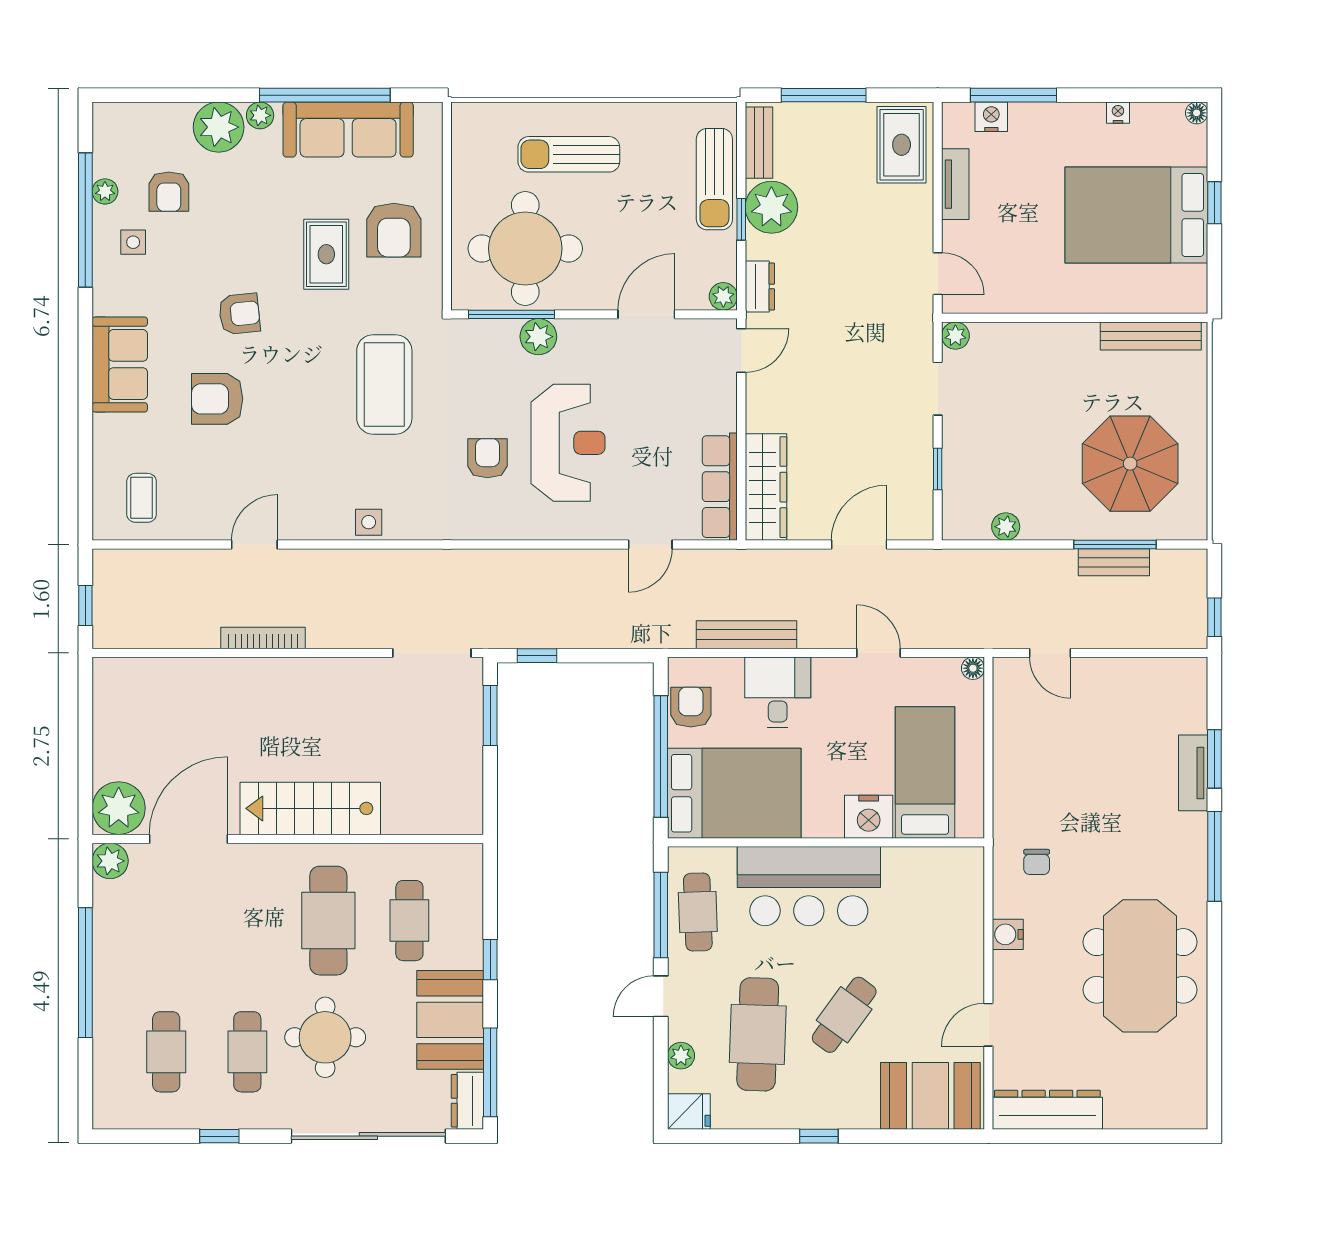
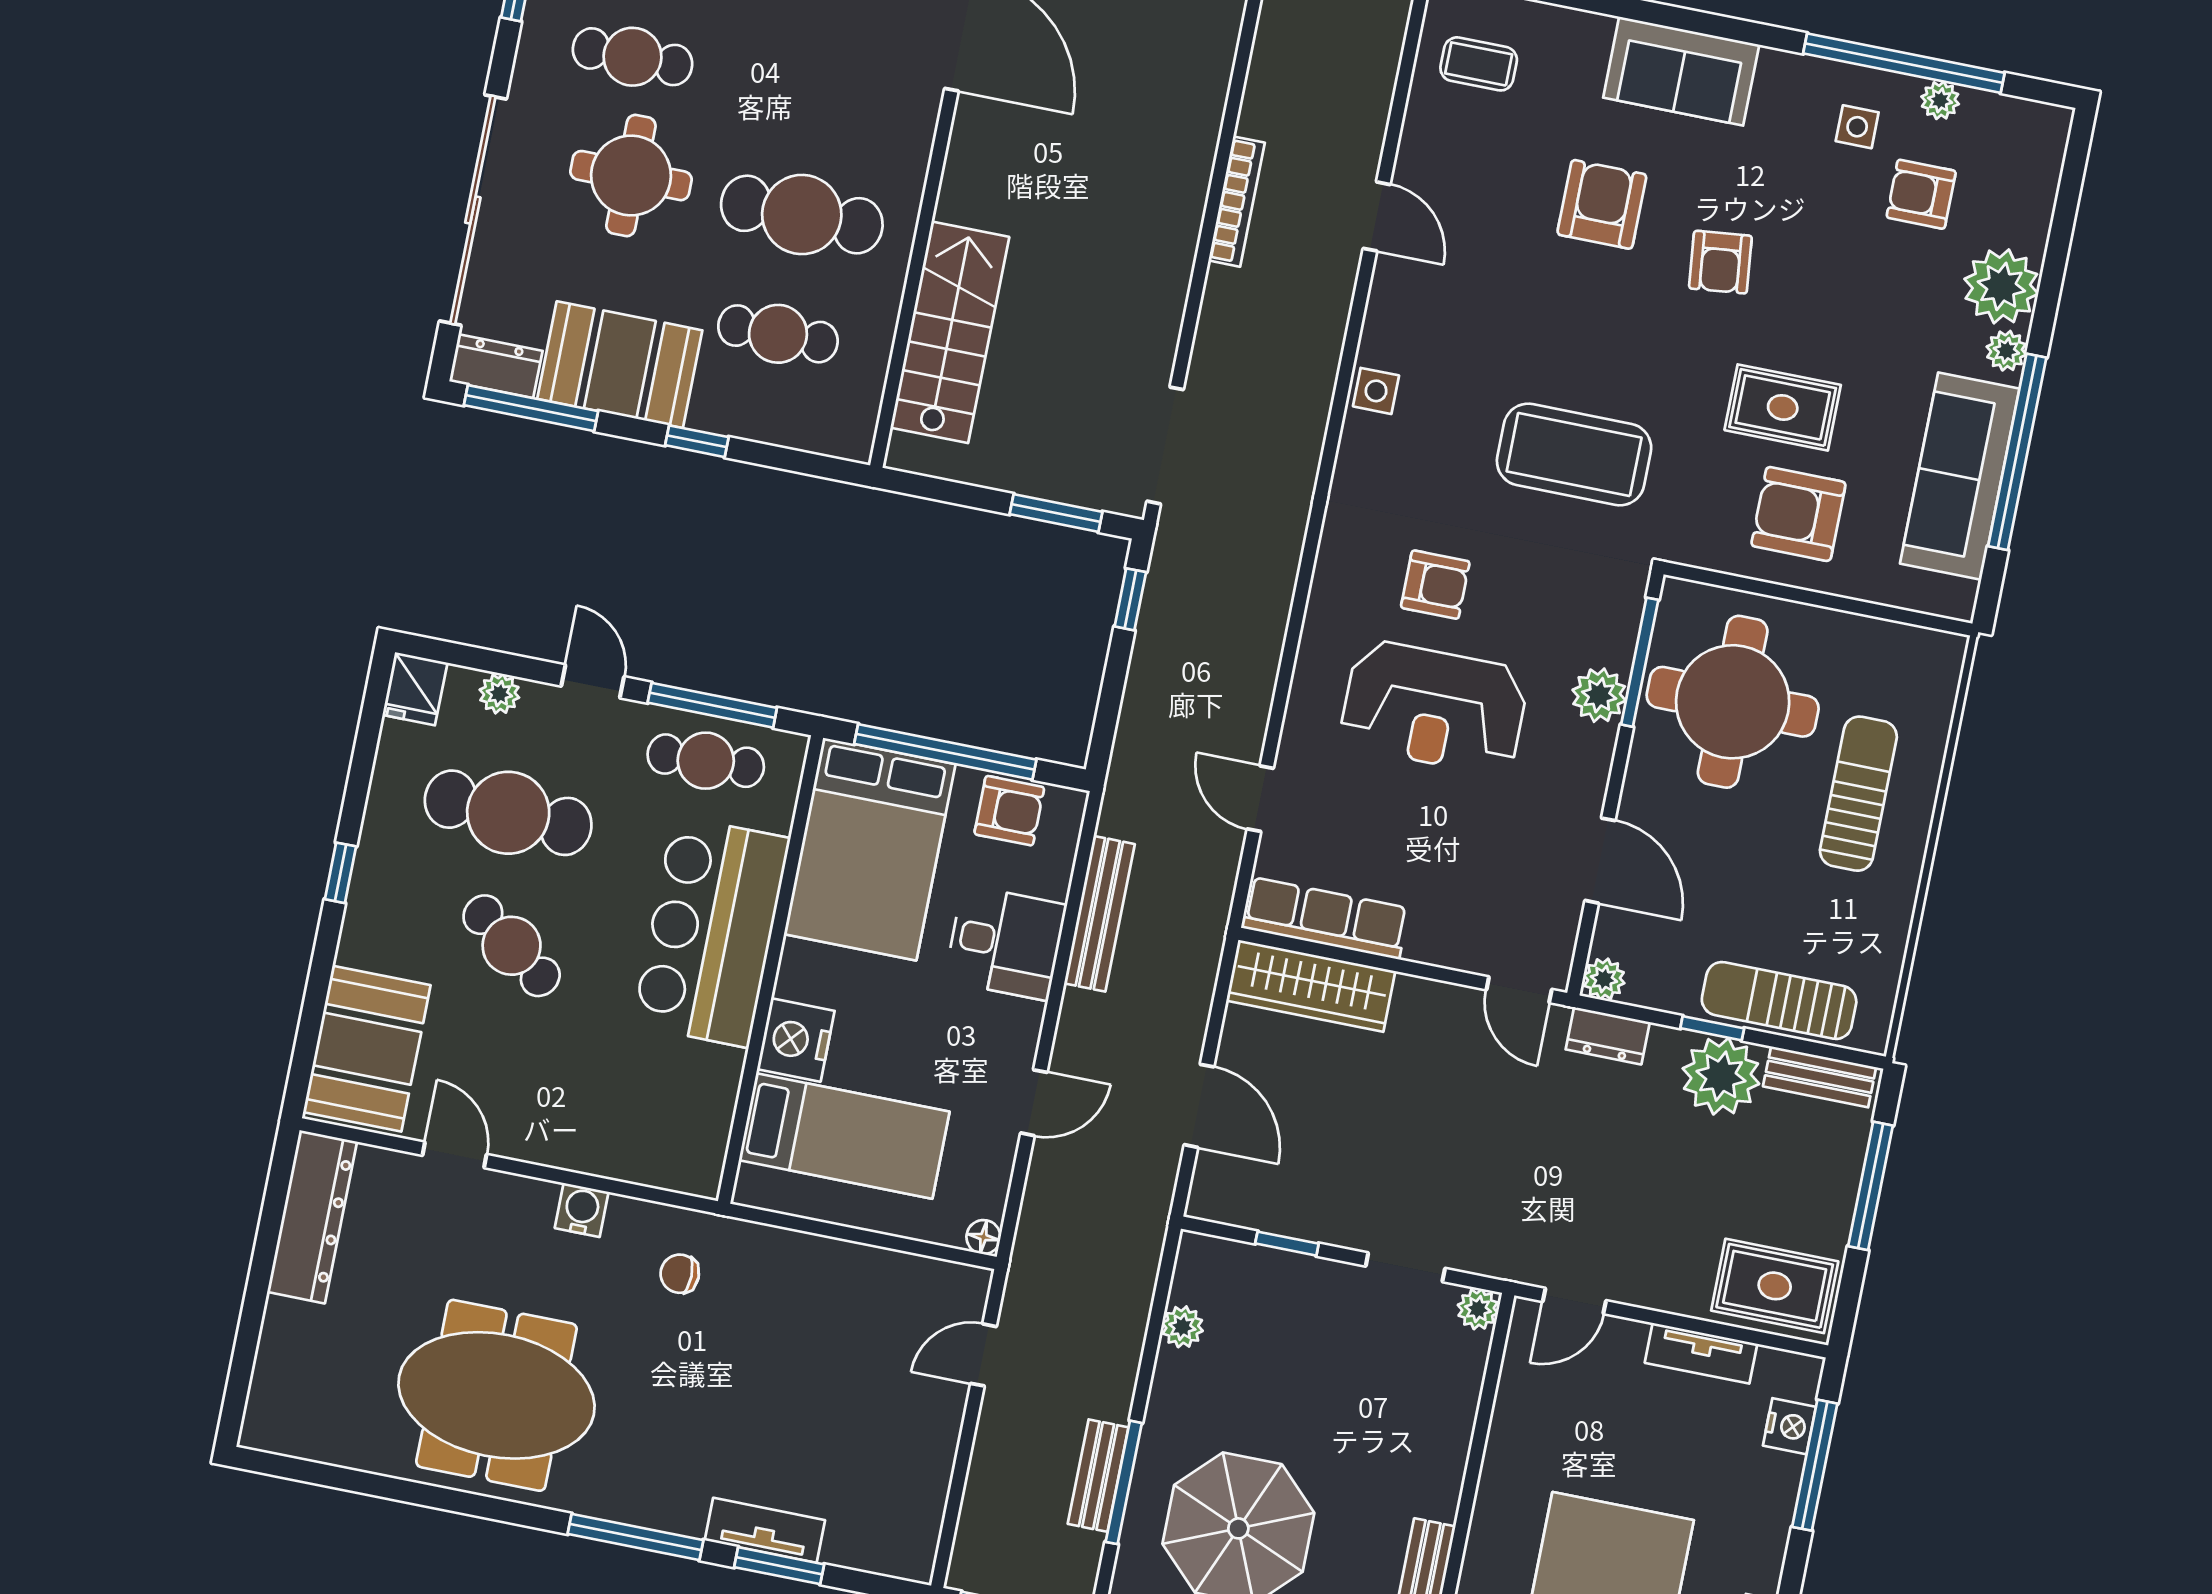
stairs: (310, 808) -> (950, 332), moved

